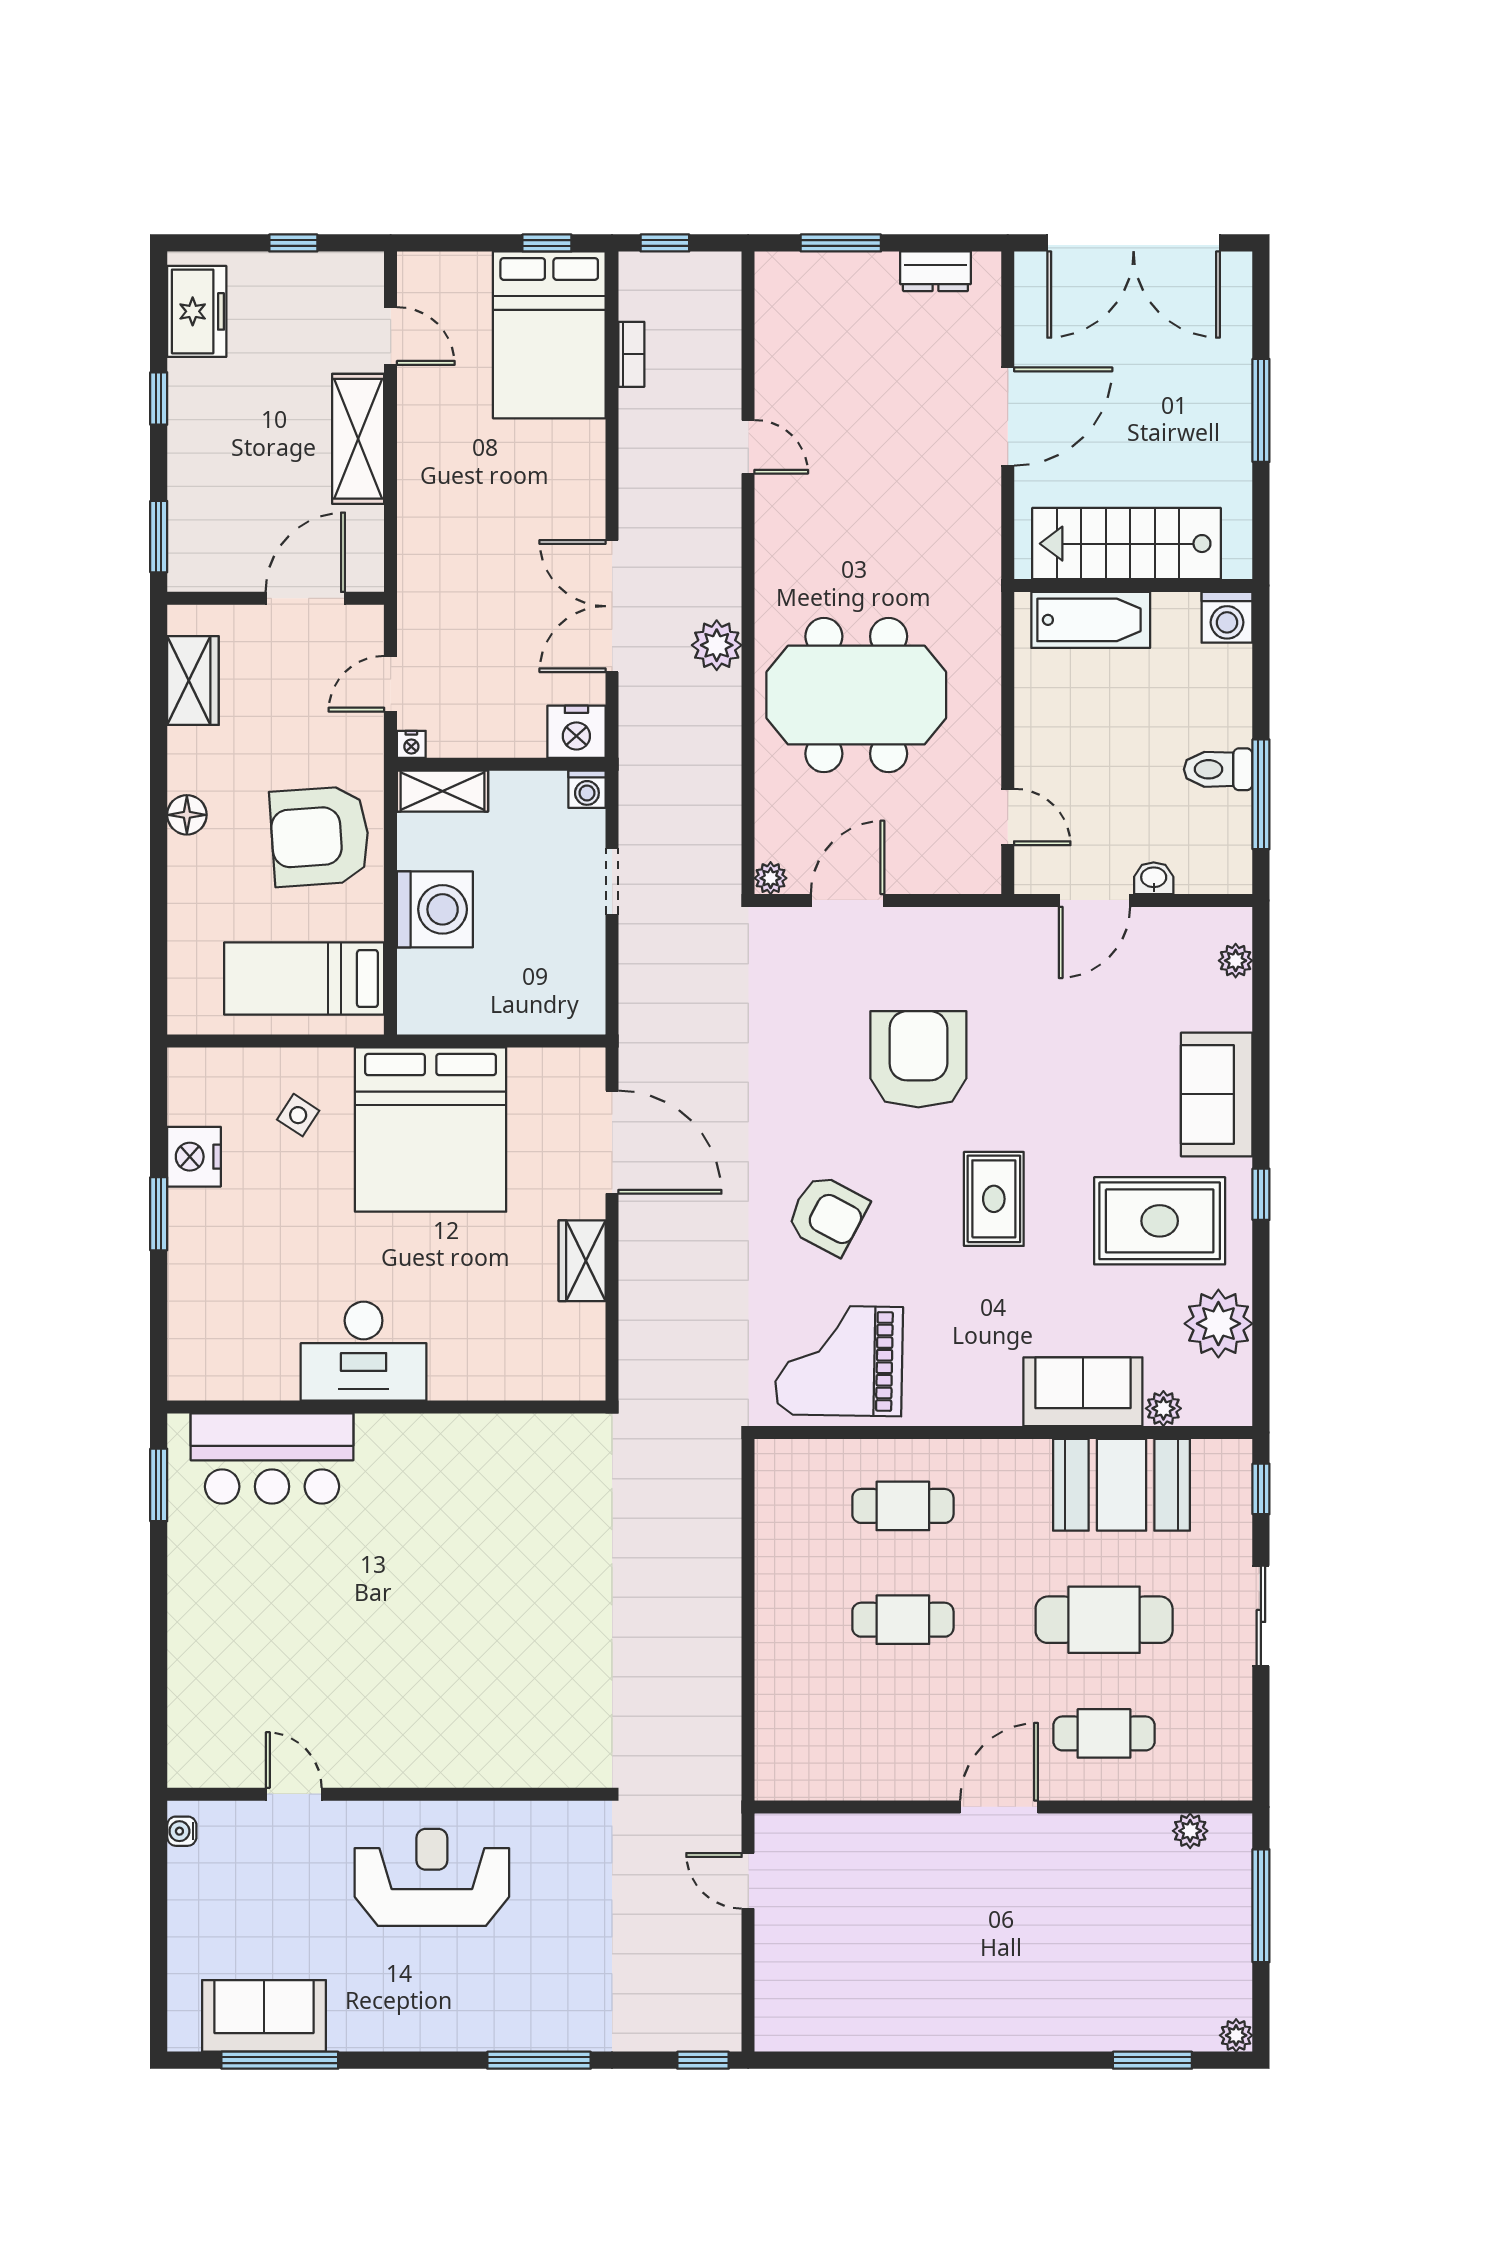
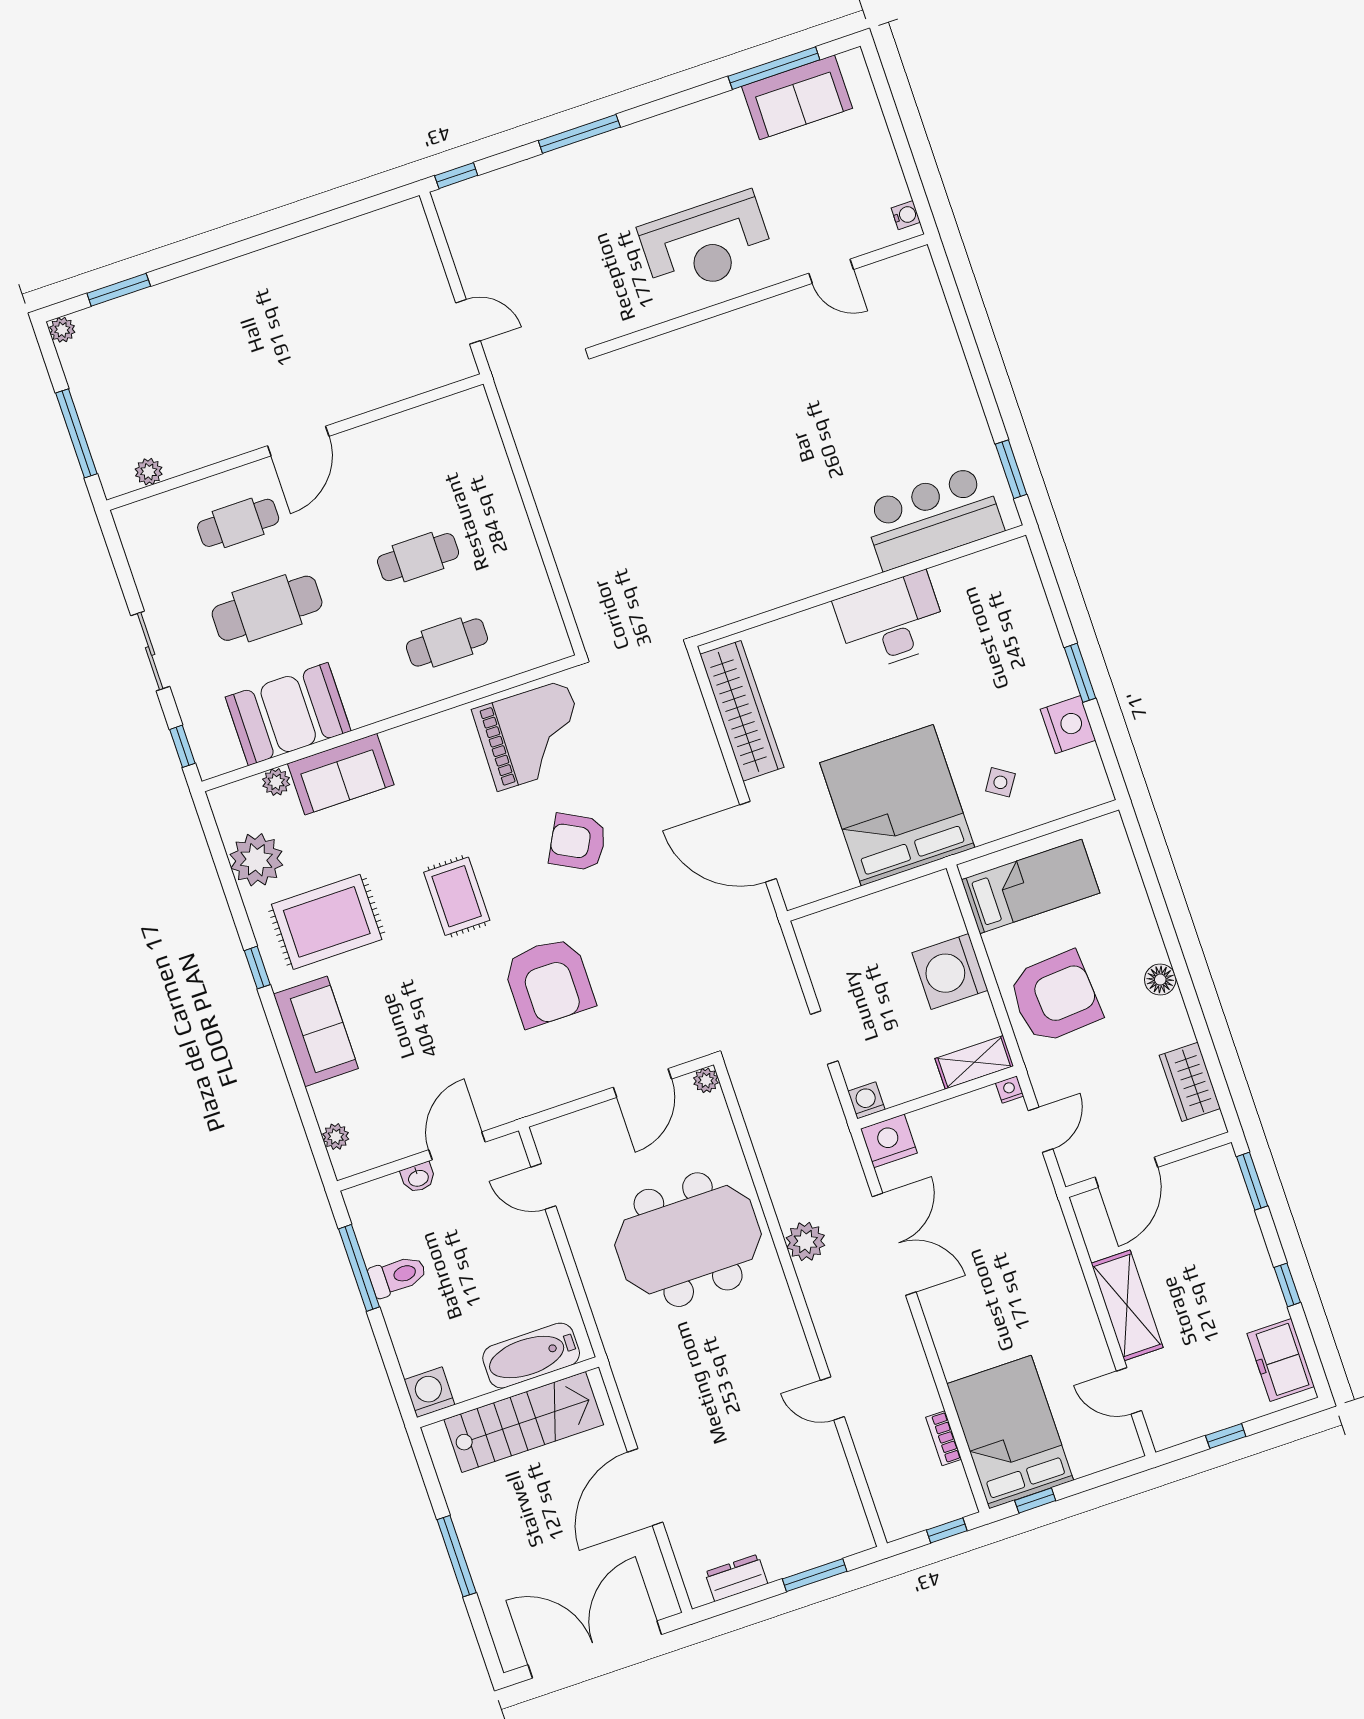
wardrobe: (582, 1261) -> (742, 711), width x2.10, depth x1.17

